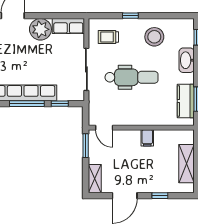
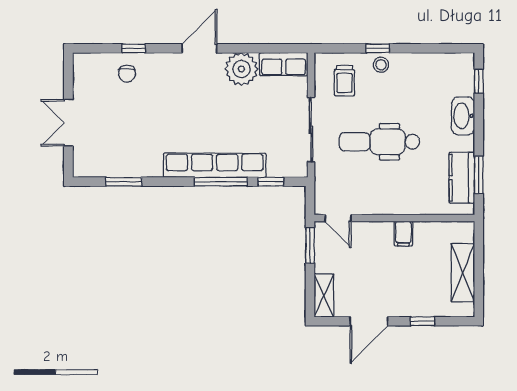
trolley: (108, 37) -> (344, 81), turned -90
stool: (154, 37) -> (381, 65), moved, width x0.53, depth x0.53
dental chair: (132, 77) -> (379, 142), turned 180

